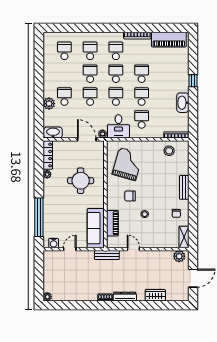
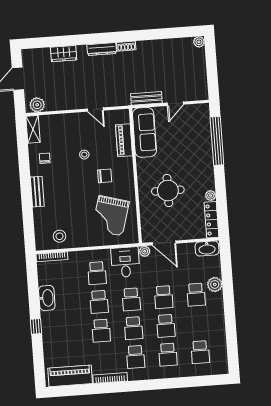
water cooler: (54, 243) -> (196, 110), removed
bench: (107, 255) -> (146, 98), moved

